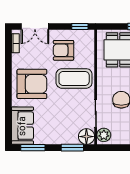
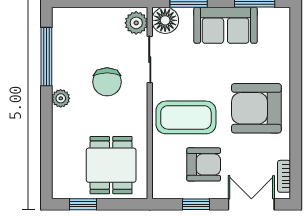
window: (80, 27) -> (196, 204), moved
sofa: (22, 126) -> (226, 25), moved, turned -90

